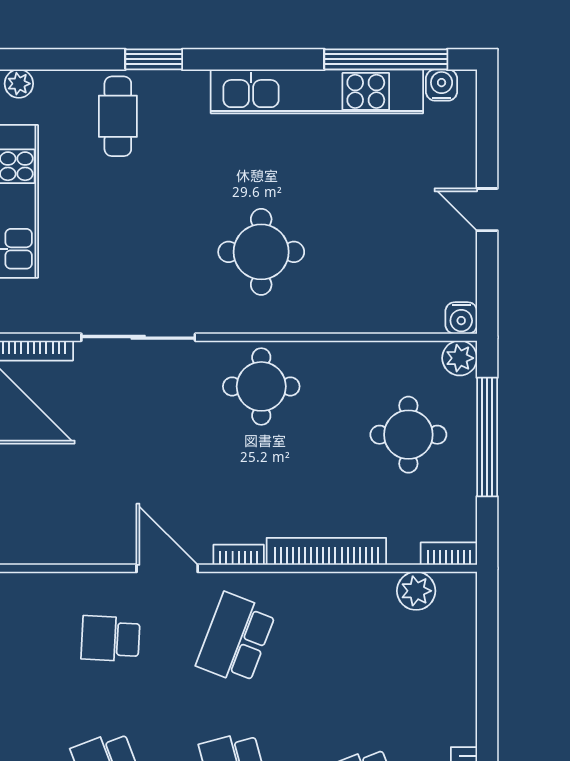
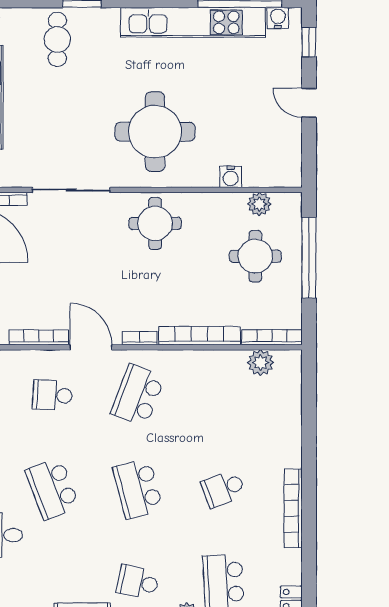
window: (487, 120) -> (309, 42), added
round table: (261, 252) -> (155, 132), width x1.36, depth x1.36
water cooler: (461, 318) -> (231, 177), moved
plant: (460, 358) -> (259, 204), moved
bookcase: (91, 554) -> (39, 337), added
bookcase: (449, 554) -> (272, 337), width x1.56

